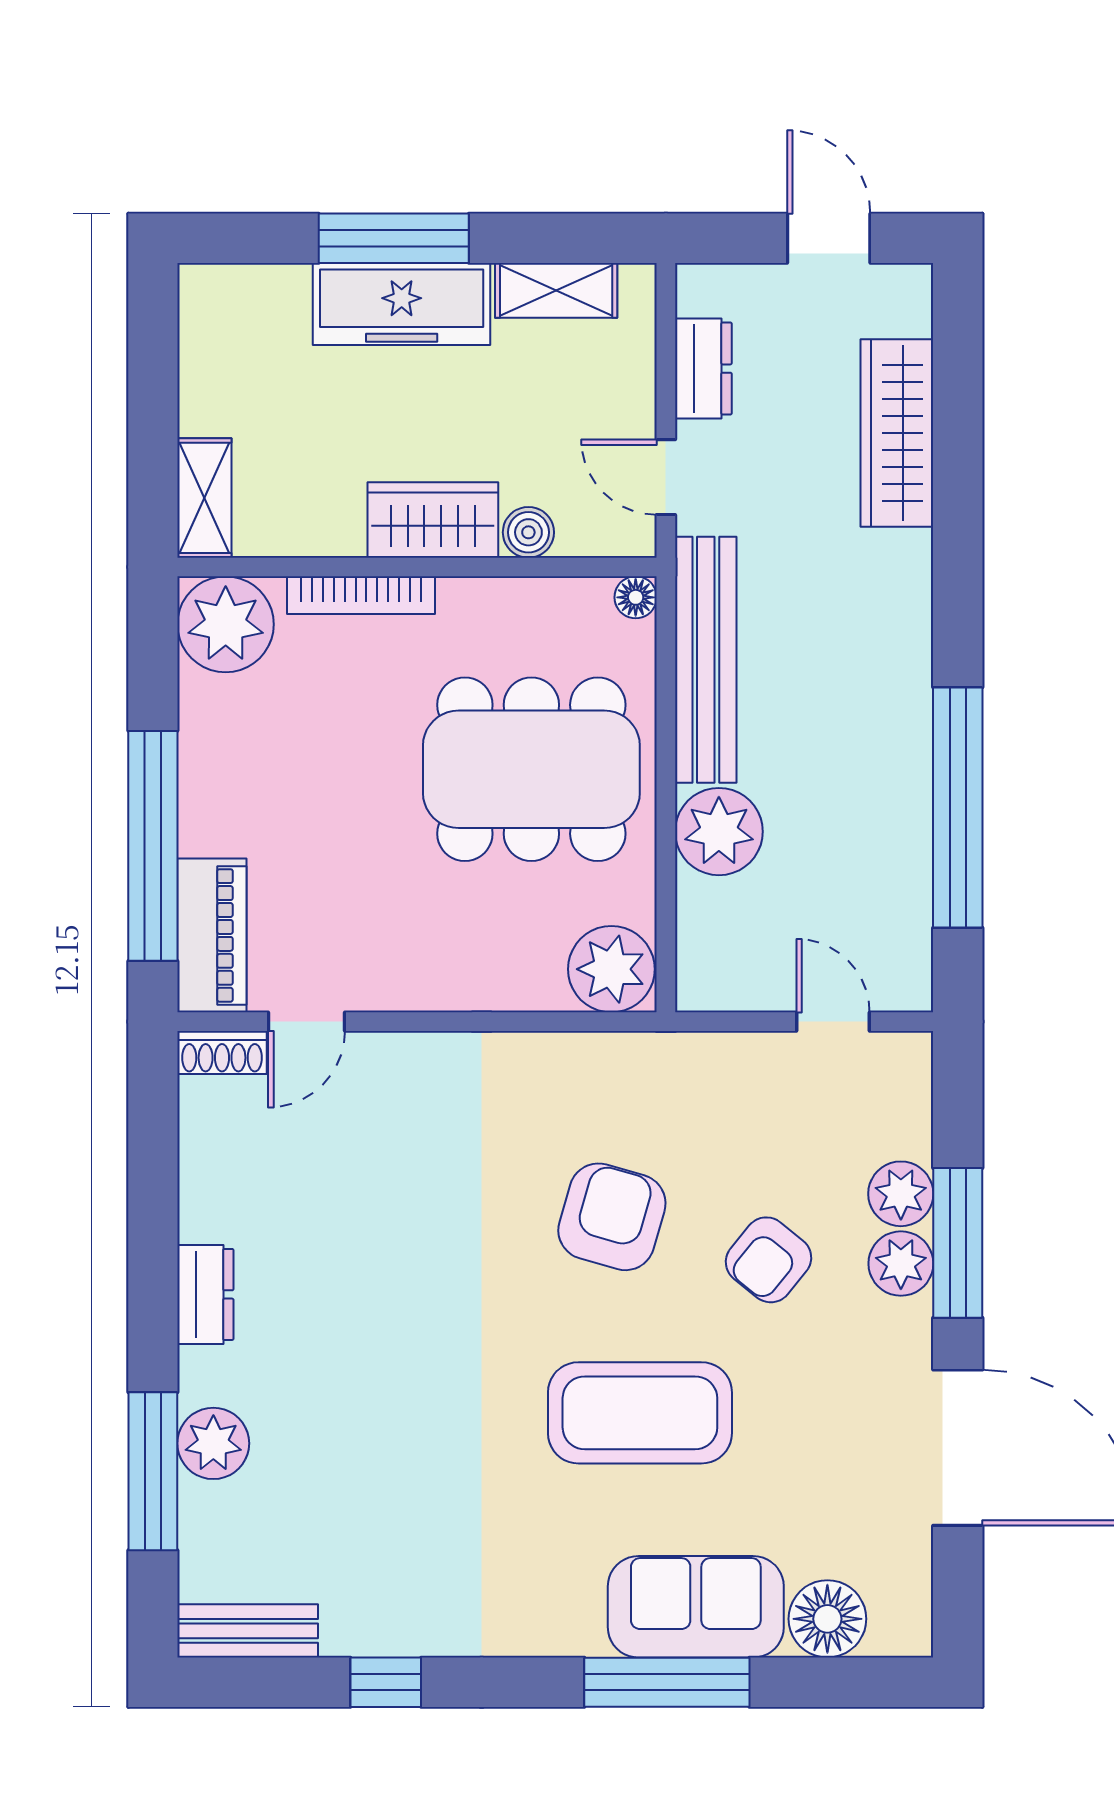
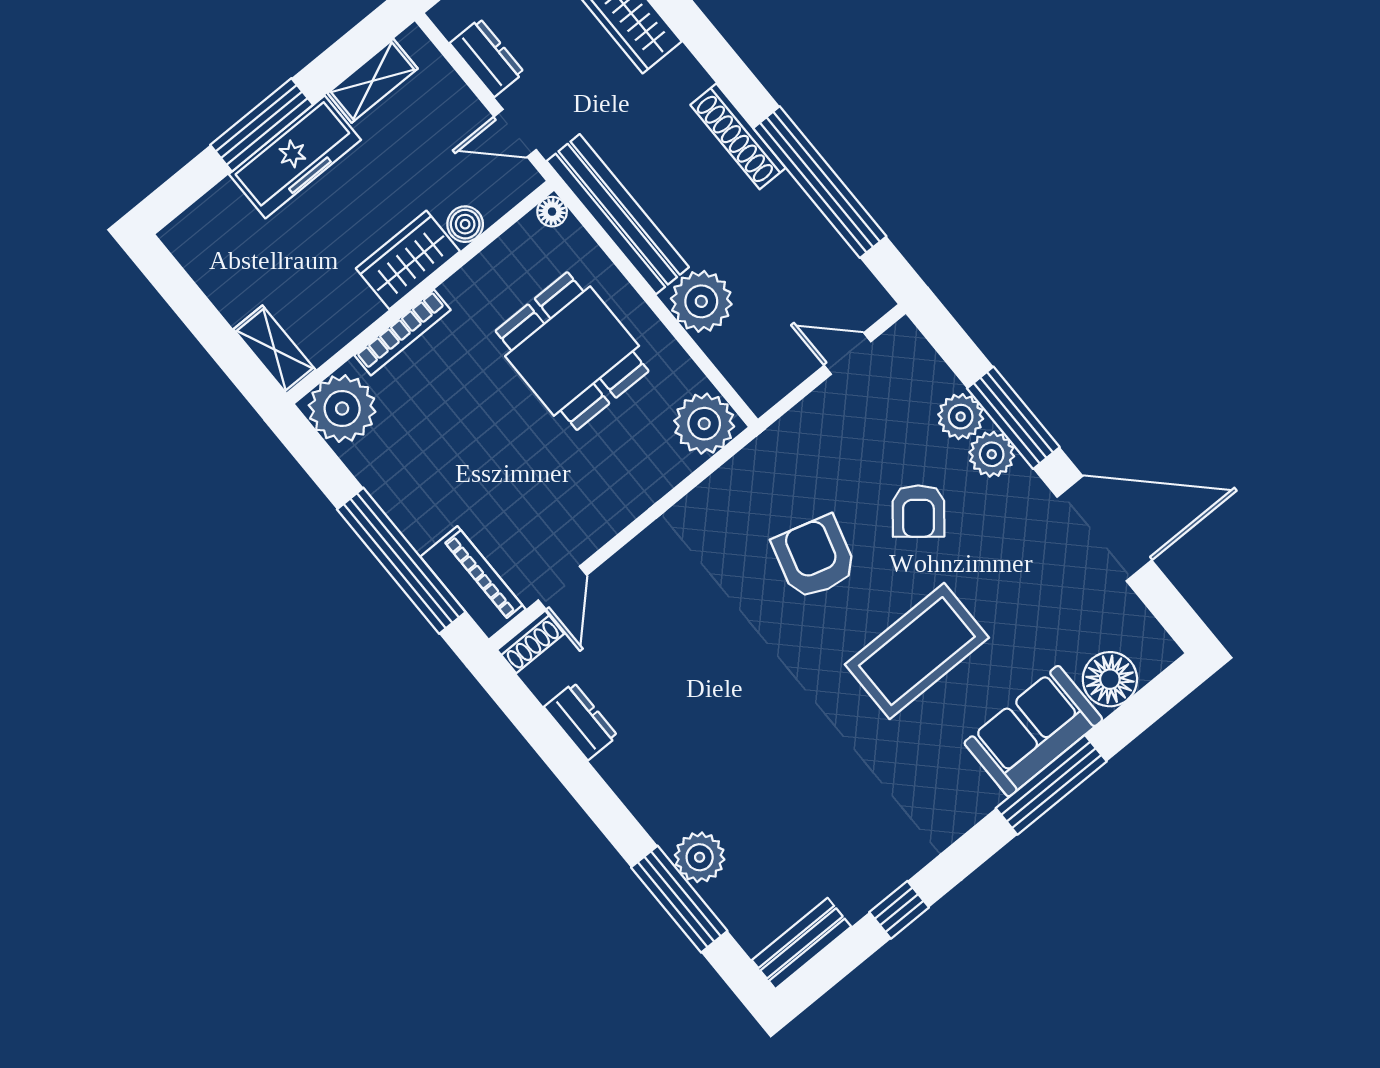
shoe rack: (909, 683) -> (738, 136), added
dining table: (531, 769) -> (572, 351), width x0.73
dresser: (205, 1294) -> (581, 721), moved

